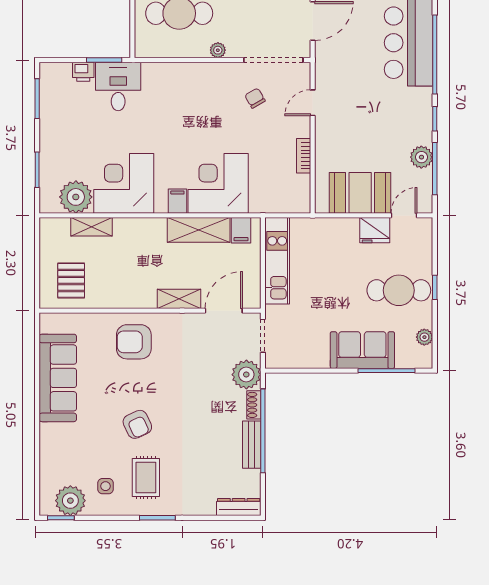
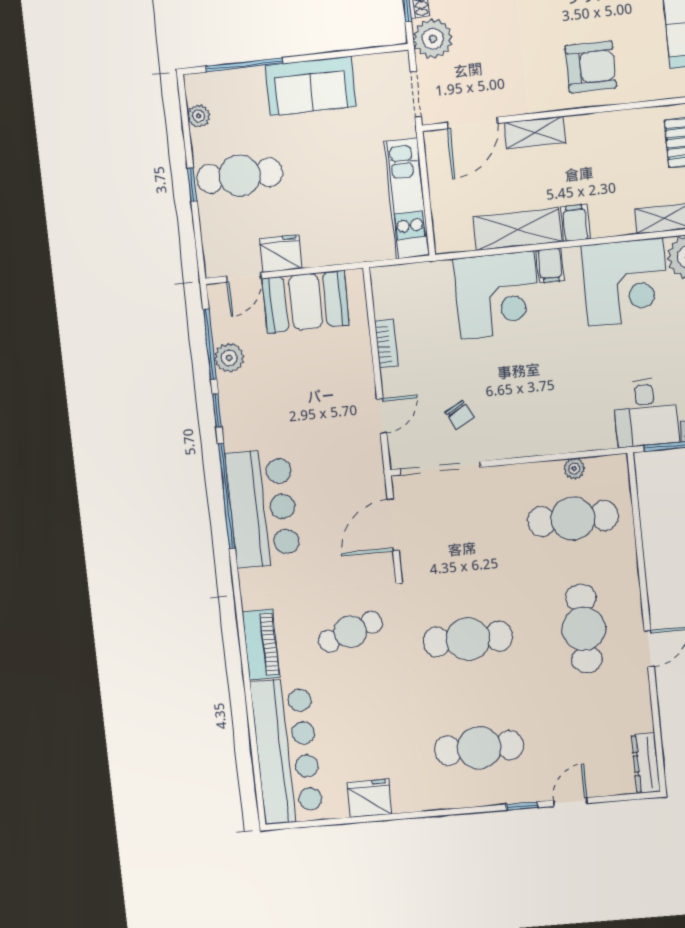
plant: (218, 50) -> (574, 469), moved
filing cabinet: (241, 230) -> (575, 223), moved
sofa: (362, 350) -> (311, 86), moved

